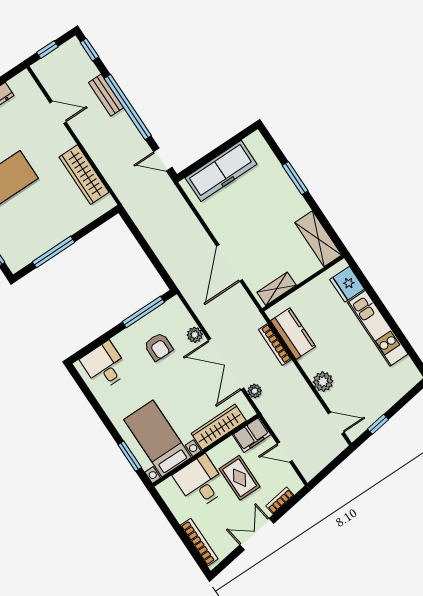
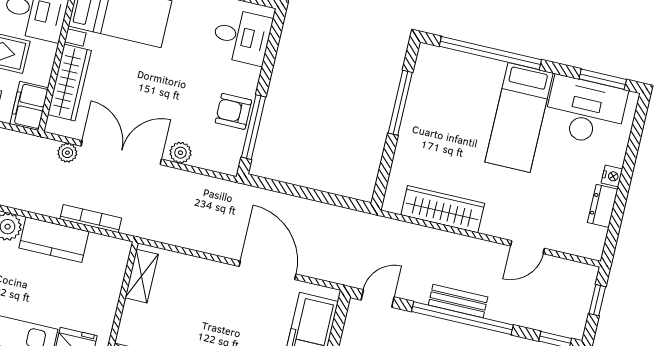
bench: (106, 95) -> (458, 301), moved
door: (230, 263) -> (268, 270), moved
kitchen counter: (293, 334) -> (54, 240), moved
armchair: (159, 347) -> (233, 111), moved

